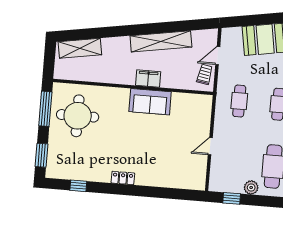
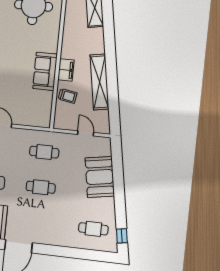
trolley: (205, 74) -> (68, 96), moved

